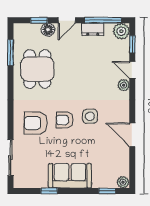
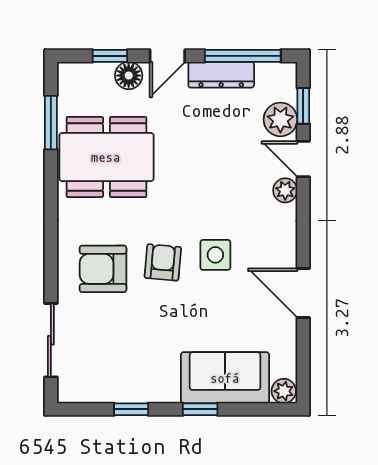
dresser: (93, 29) -> (221, 75), width x1.44
plant: (121, 31) -> (280, 119), moved
dining table: (37, 69) -> (106, 157), width x1.38
armchair: (65, 120) -> (163, 262), turned 95
sofa: (70, 176) -> (225, 378), moved
window: (107, 191) -> (200, 409), moved

